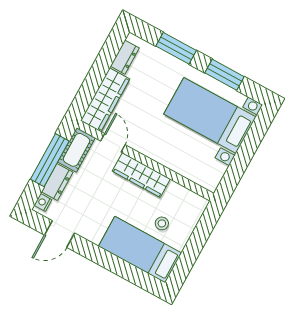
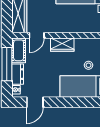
door: (113, 143) -> (37, 35), swing flipped
wardrobe: (141, 175) -> (62, 45), width x0.67

